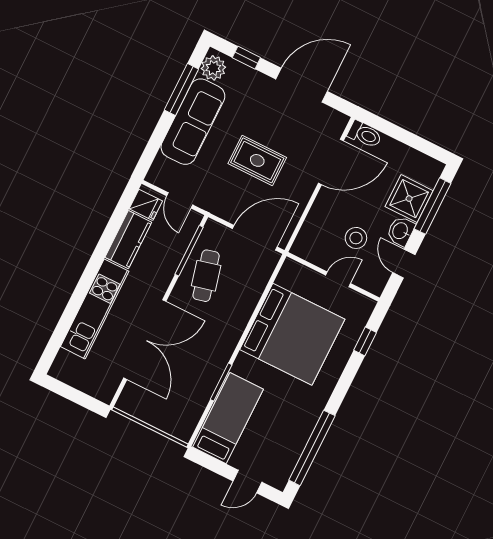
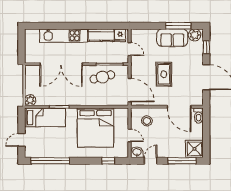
sofa: (193, 122) -> (172, 38), width x0.73
shower: (409, 199) -> (194, 149), moved
door: (180, 200) -> (129, 49), swing flipped
washbasin: (401, 231) -> (137, 152), moved
stool: (356, 238) -> (147, 121), moved
plant: (182, 429) -> (30, 100), added
door: (247, 482) -> (21, 140), hinge flipped

